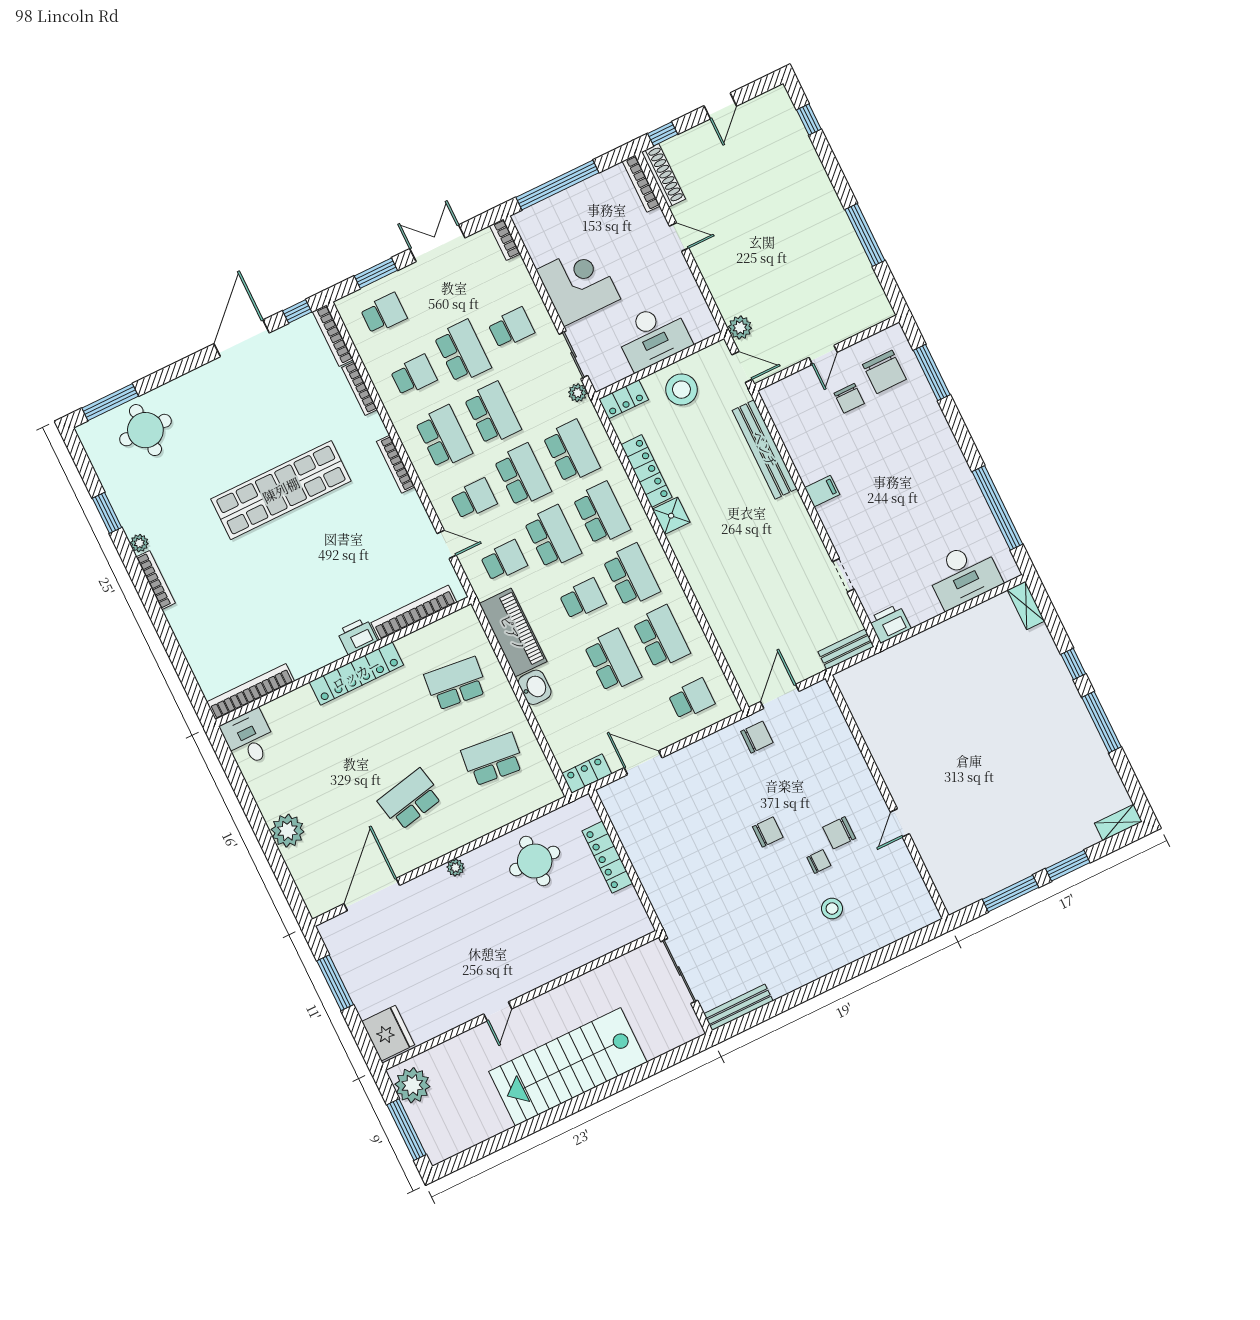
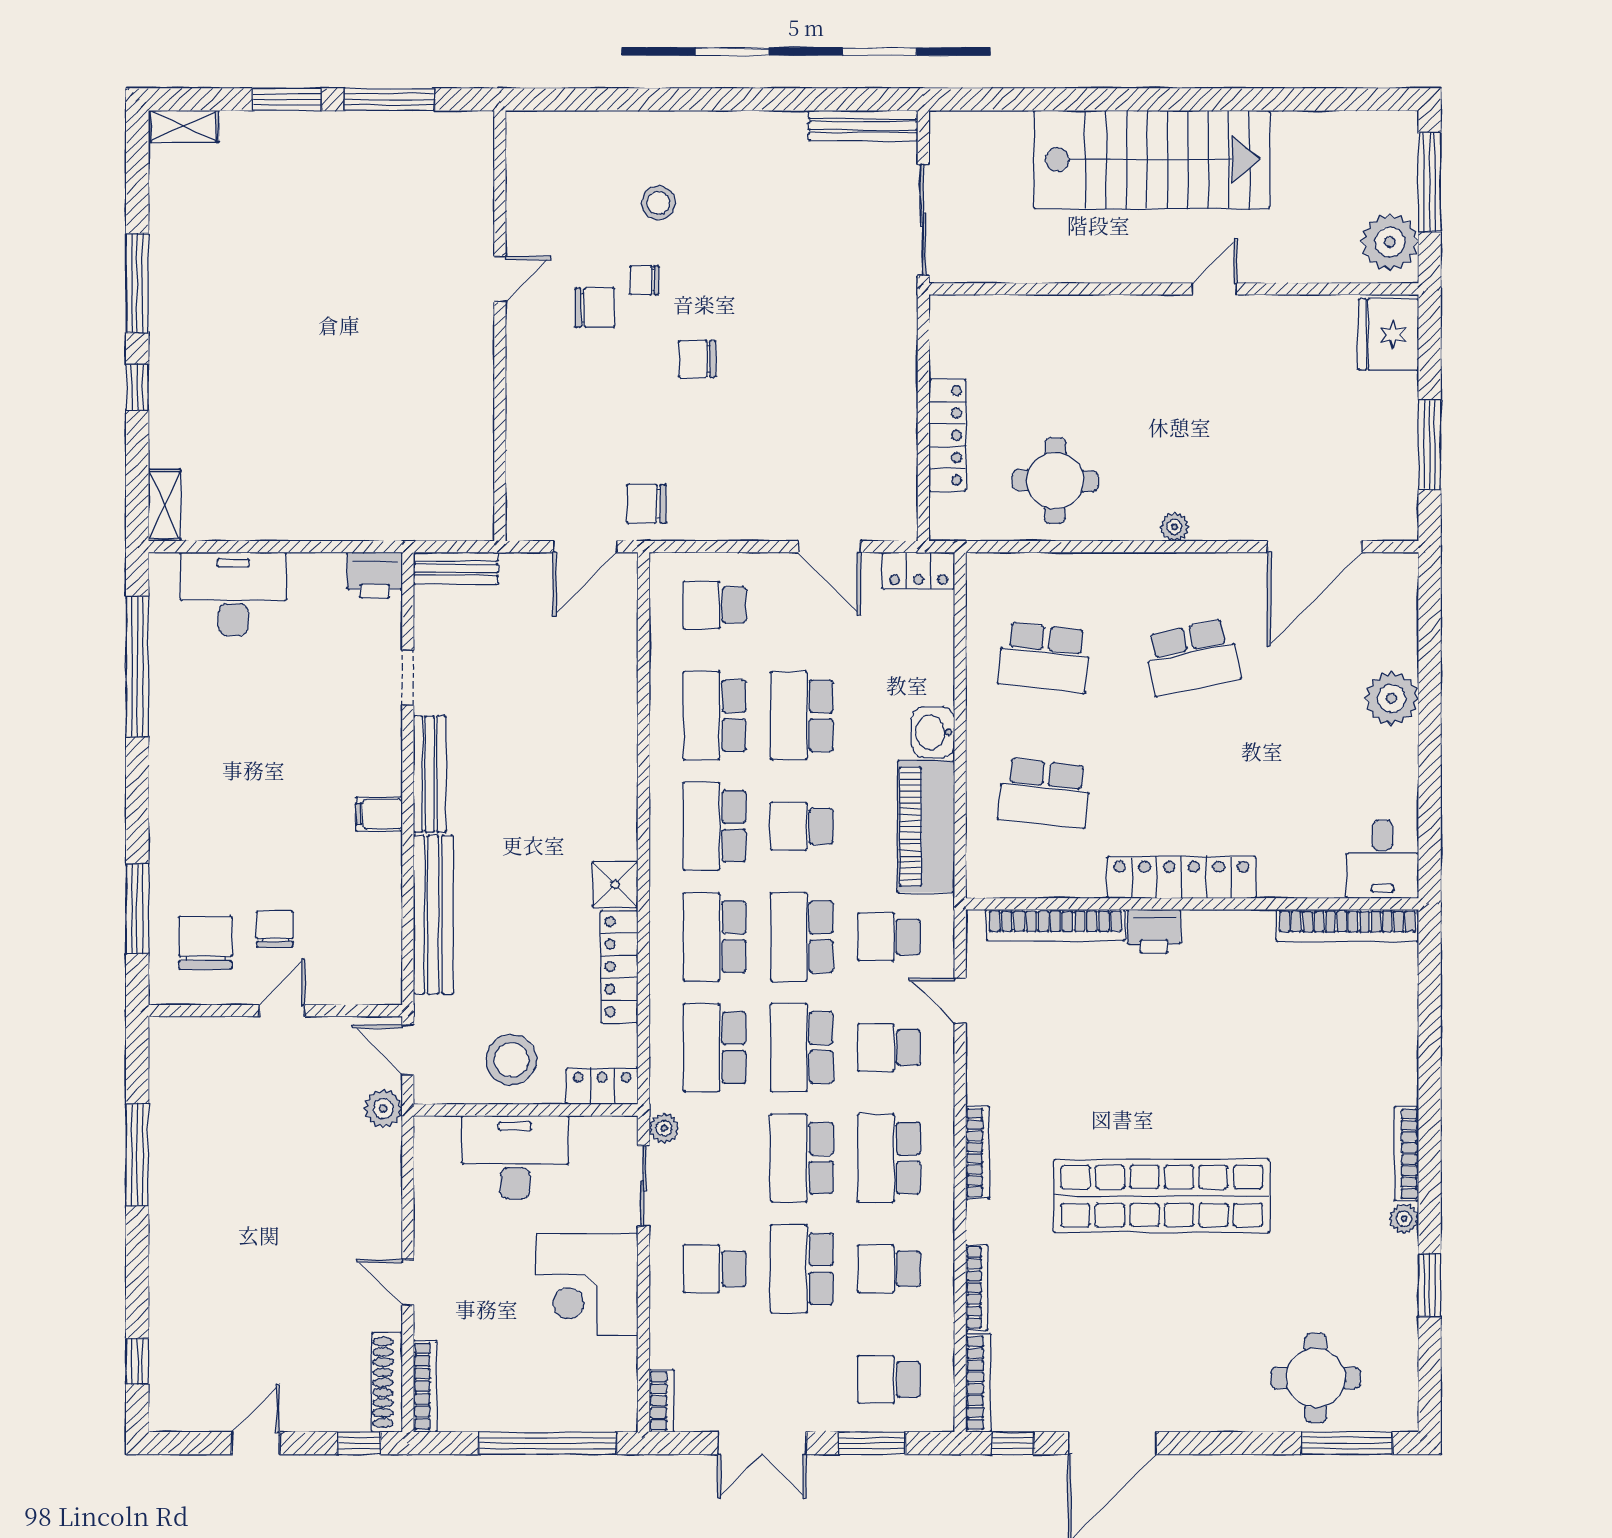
bench: (805, 527) -> (430, 774), added

